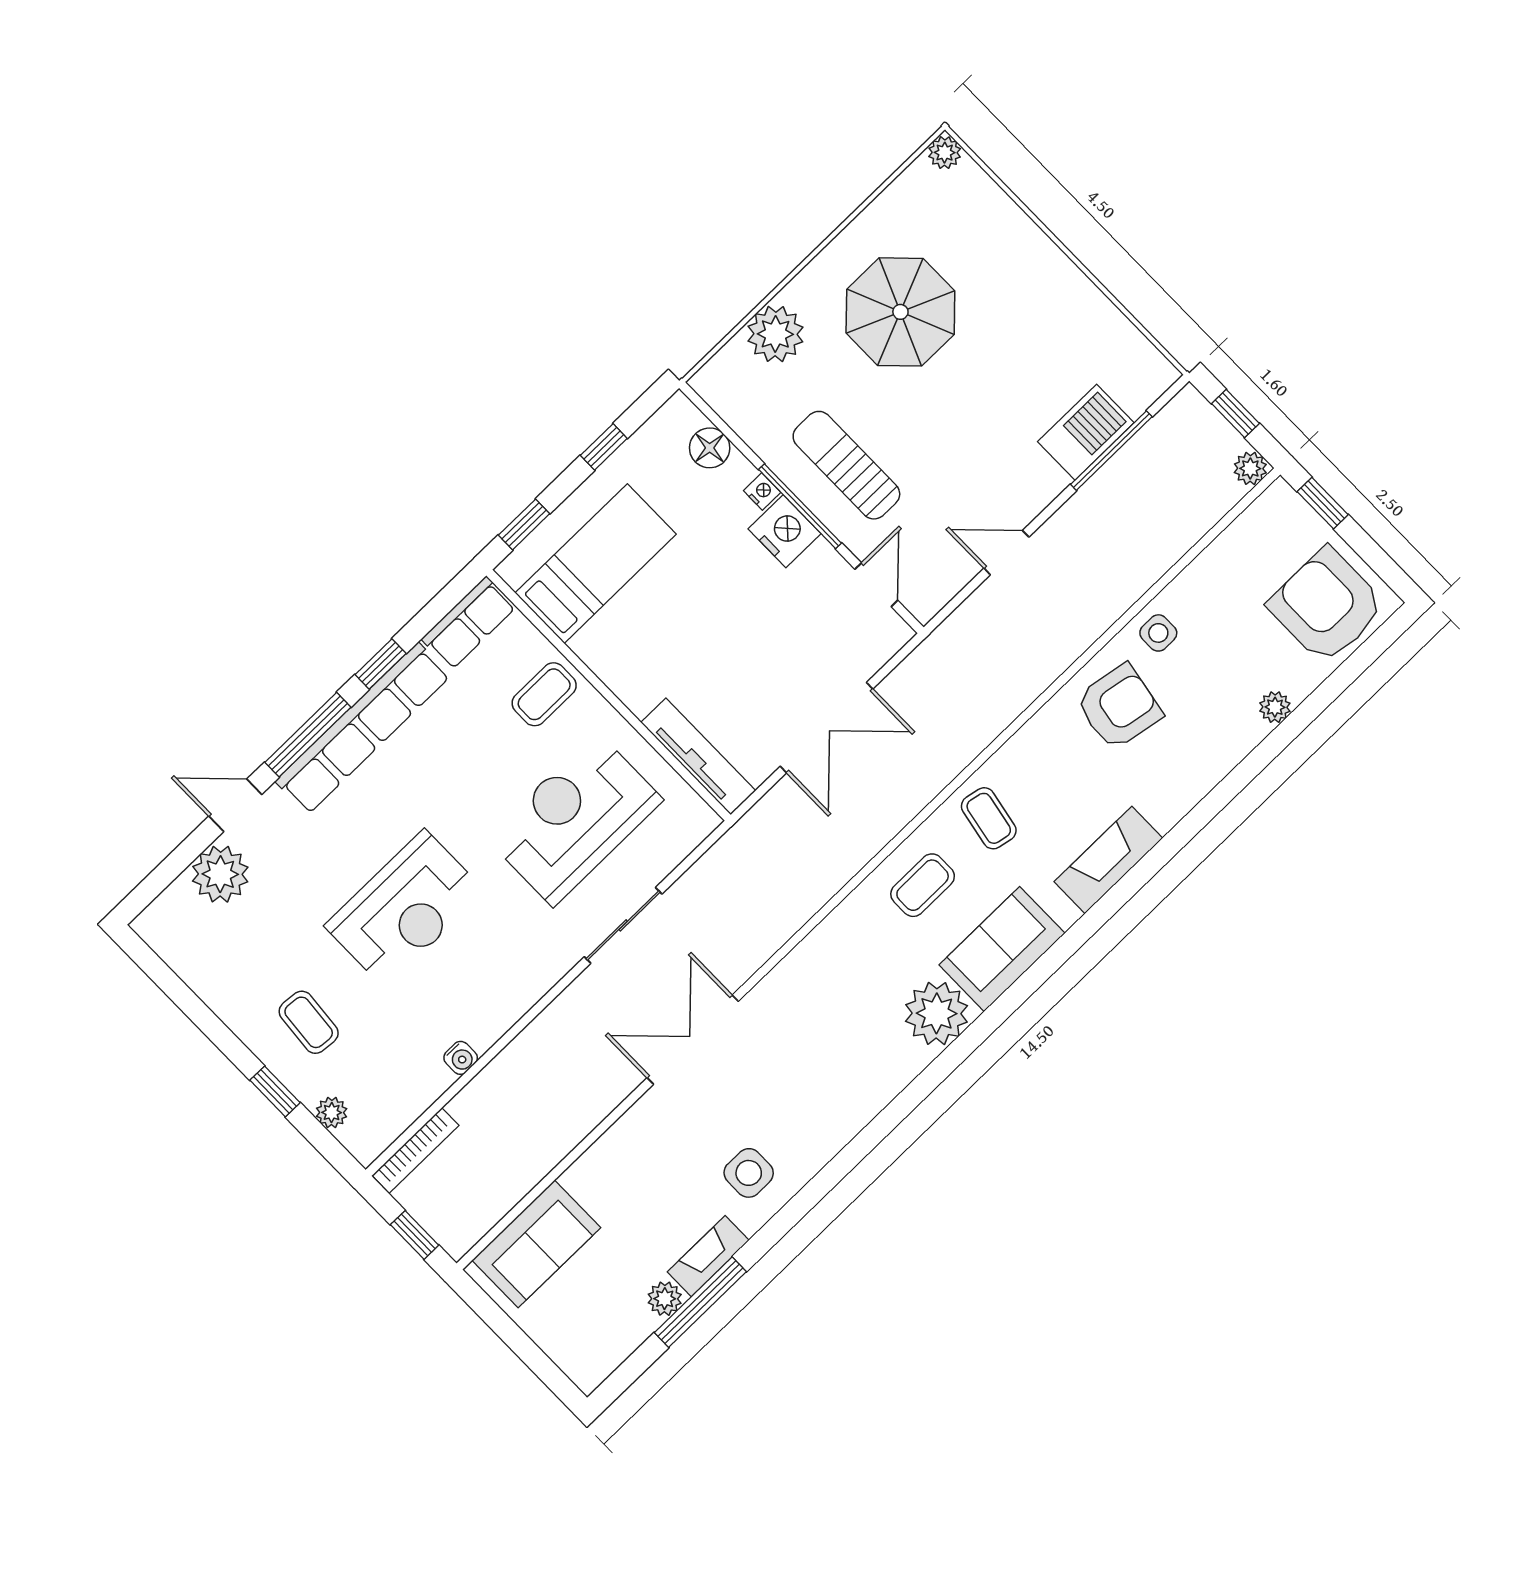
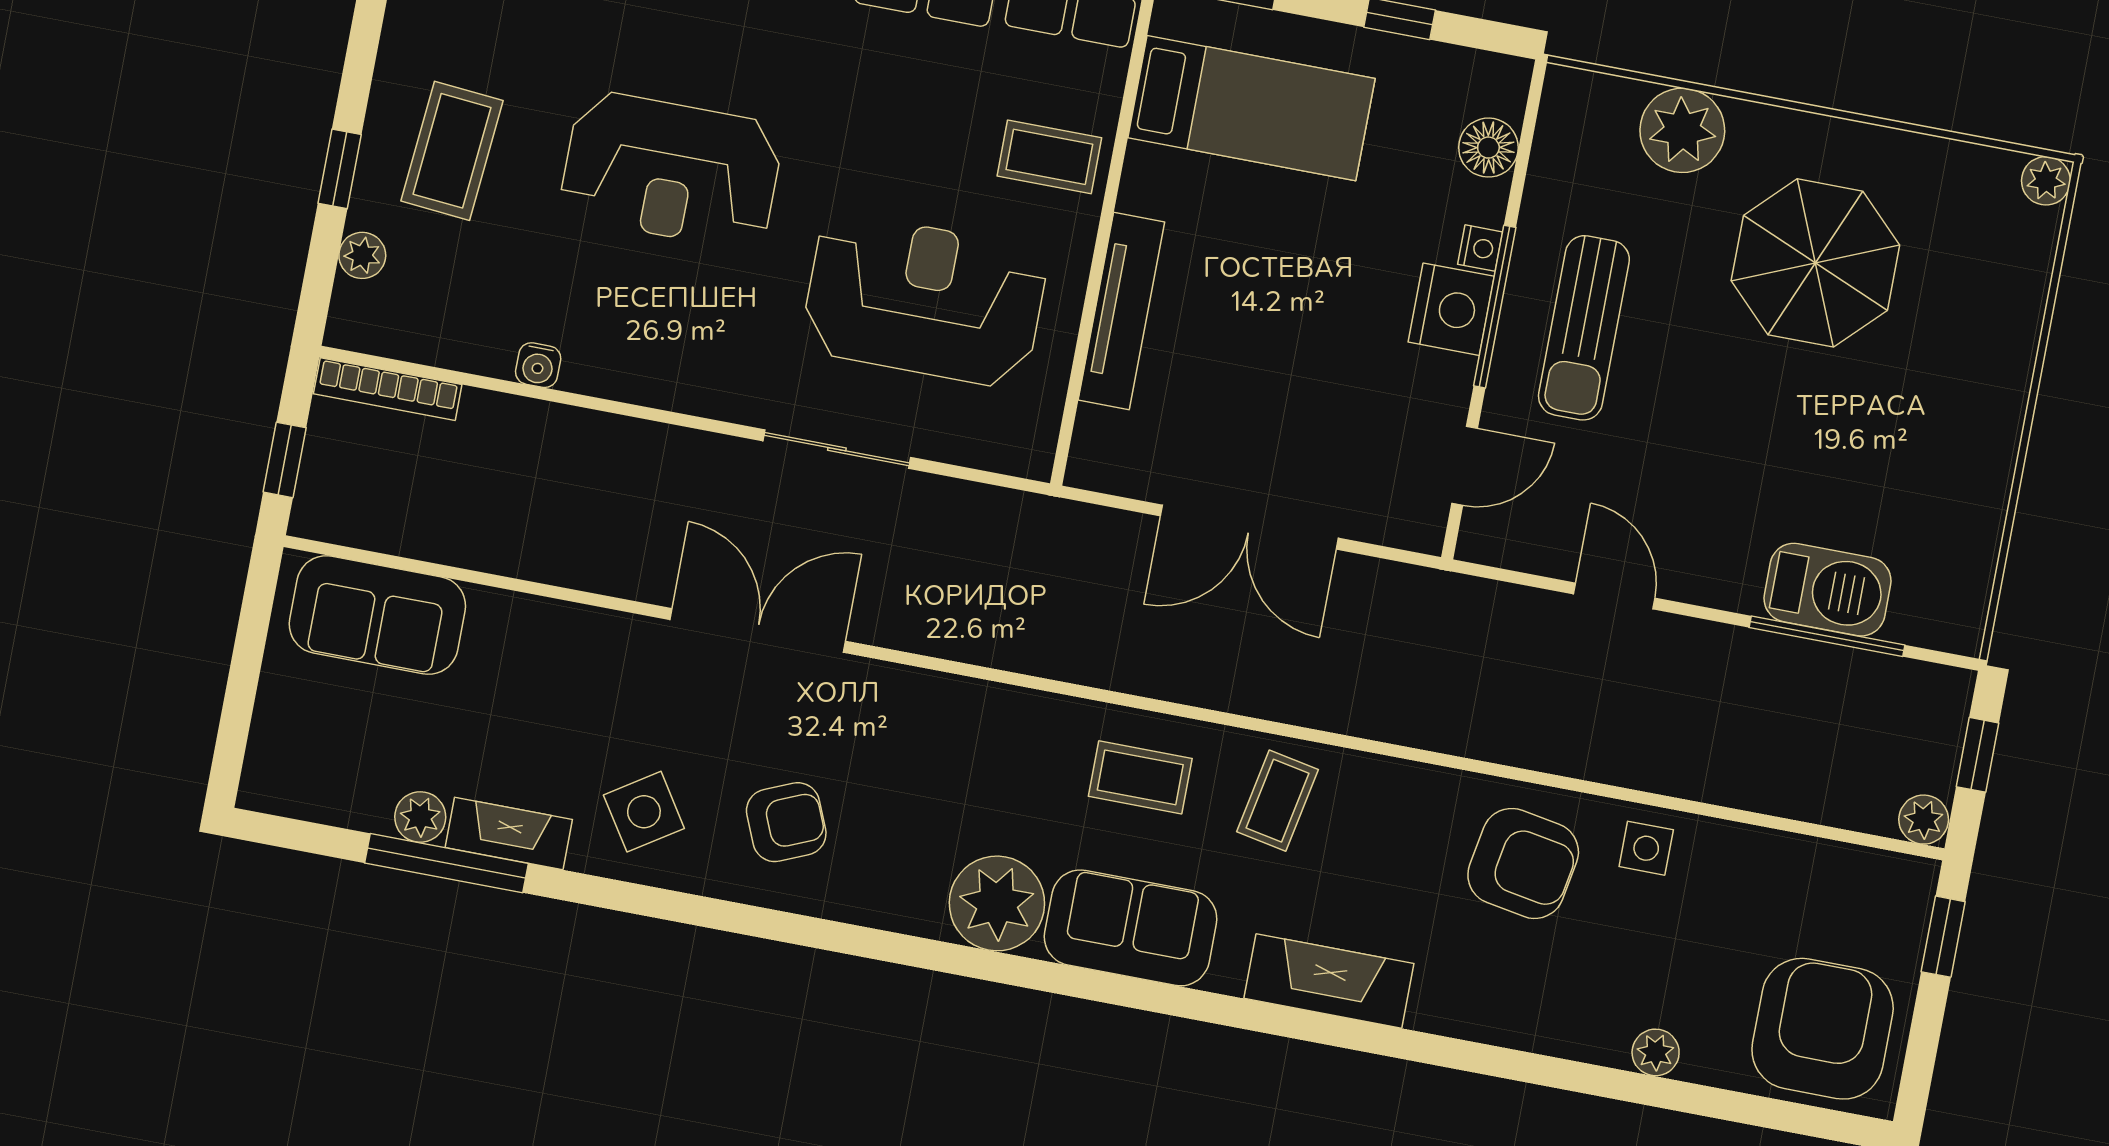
sun lounger: (846, 465) -> (1584, 328), turned 180
tv unit: (698, 756) -> (1121, 311), moved
coffee table: (309, 1022) -> (452, 151), width x1.36, depth x1.30
armchair: (810, 1098) -> (786, 822), added
side table: (749, 1173) -> (644, 812), turned -33

